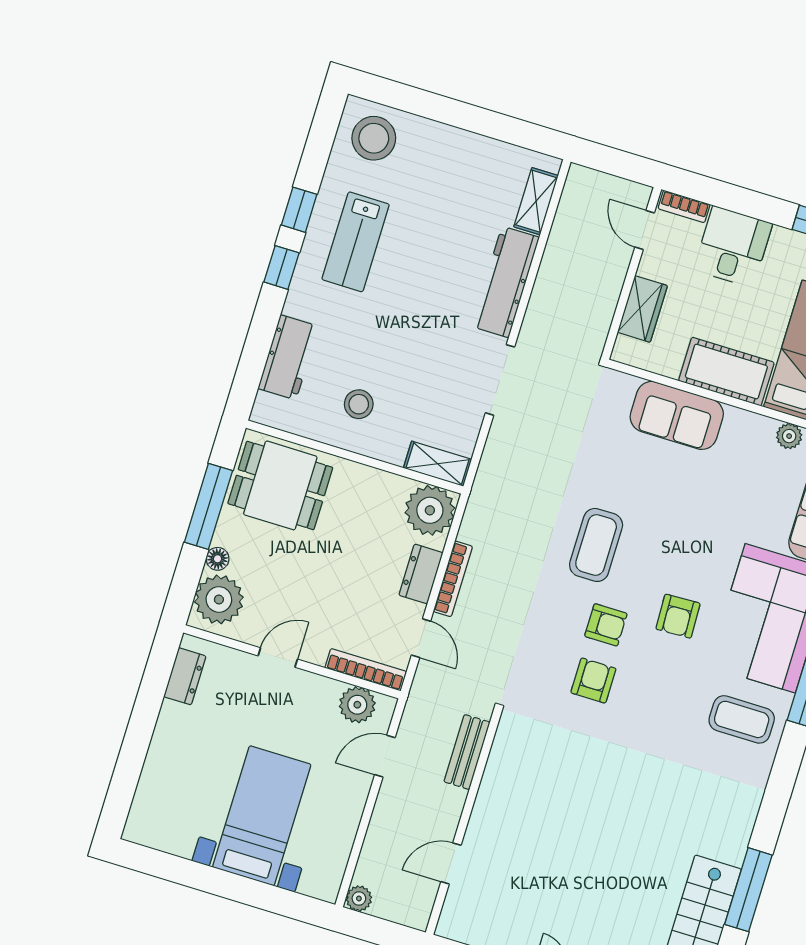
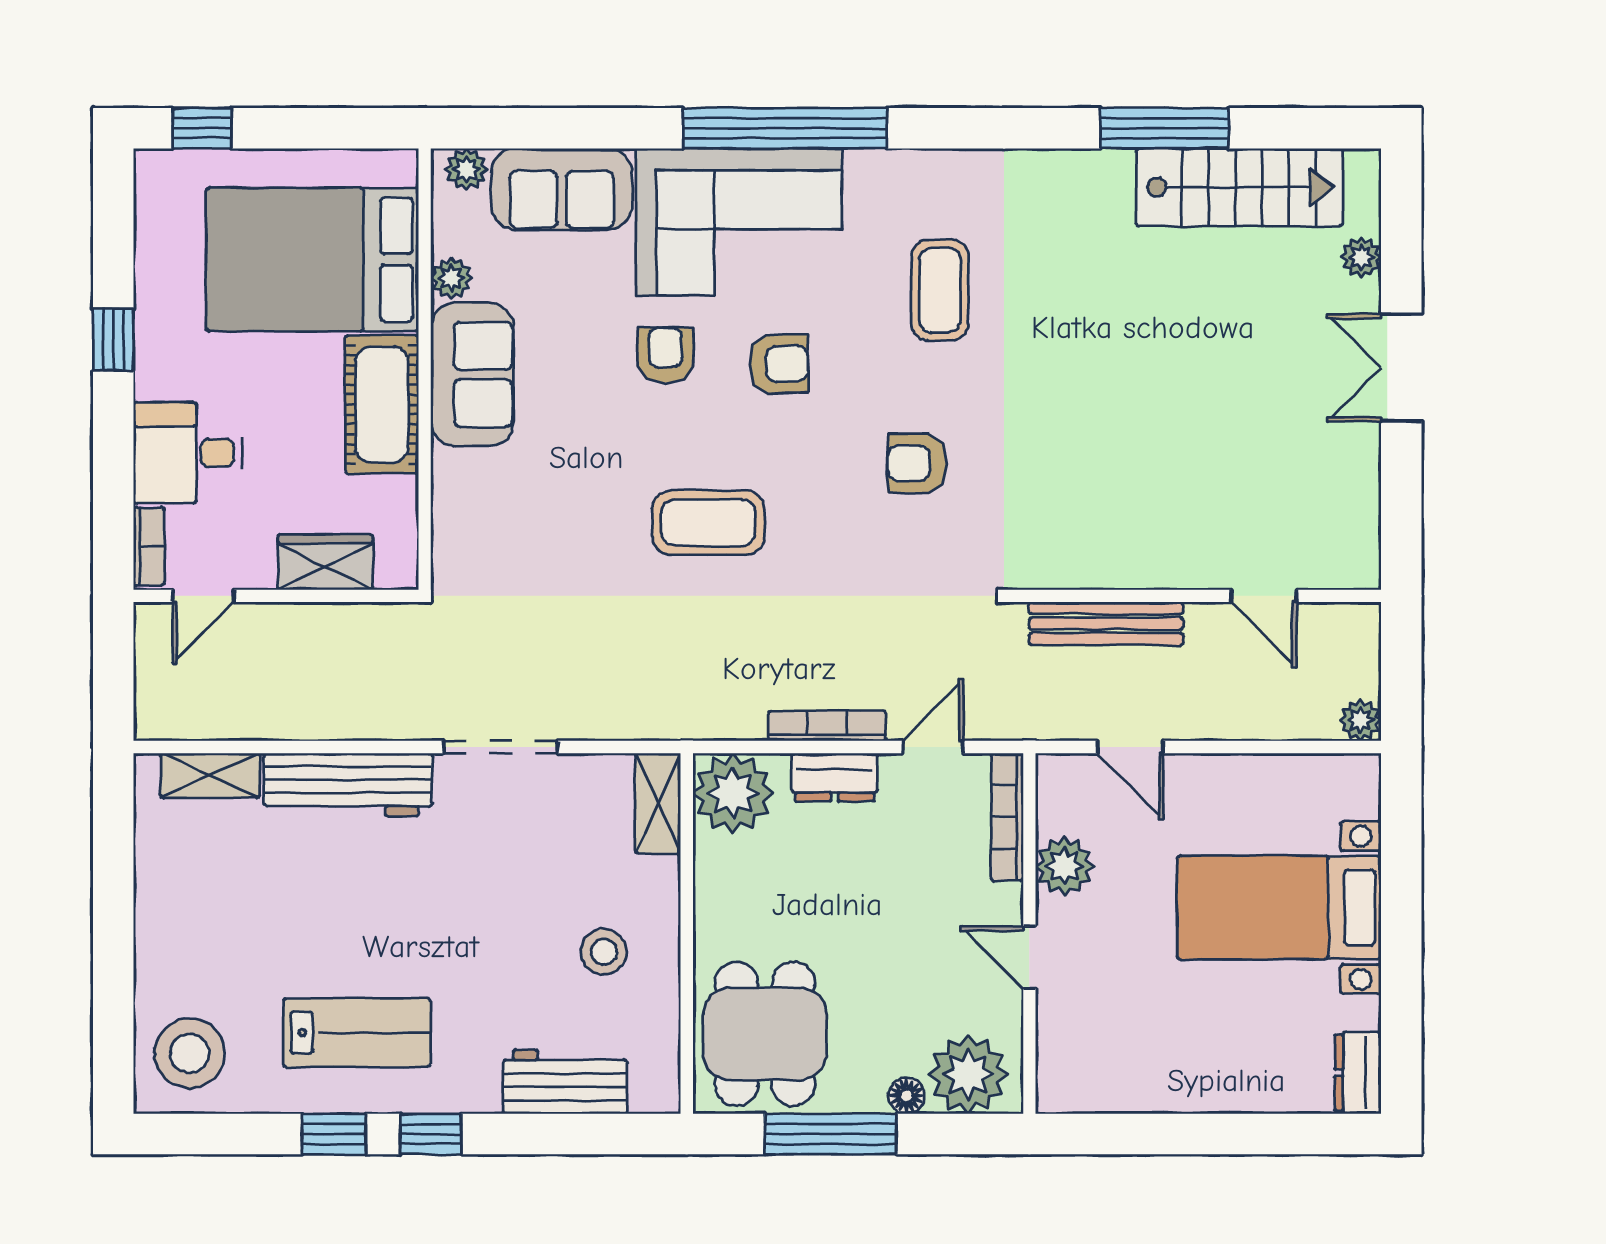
sofa: (677, 415) -> (472, 374), moved
armchair: (606, 625) -> (665, 355), moved
dresser: (185, 676) -> (1358, 1073), moved, turned -90
plant: (357, 705) -> (1065, 866), moved
coffee table: (742, 719) -> (940, 290), moved
bench: (467, 752) -> (1106, 623), width x1.36

